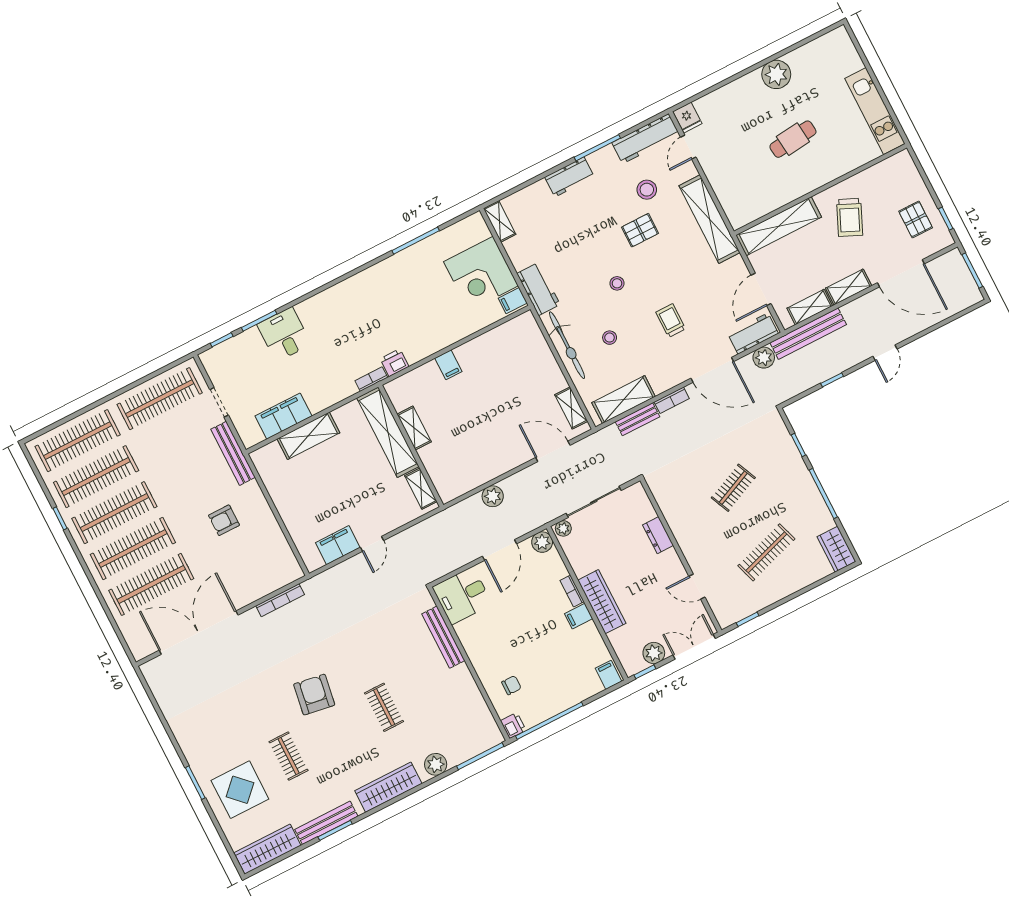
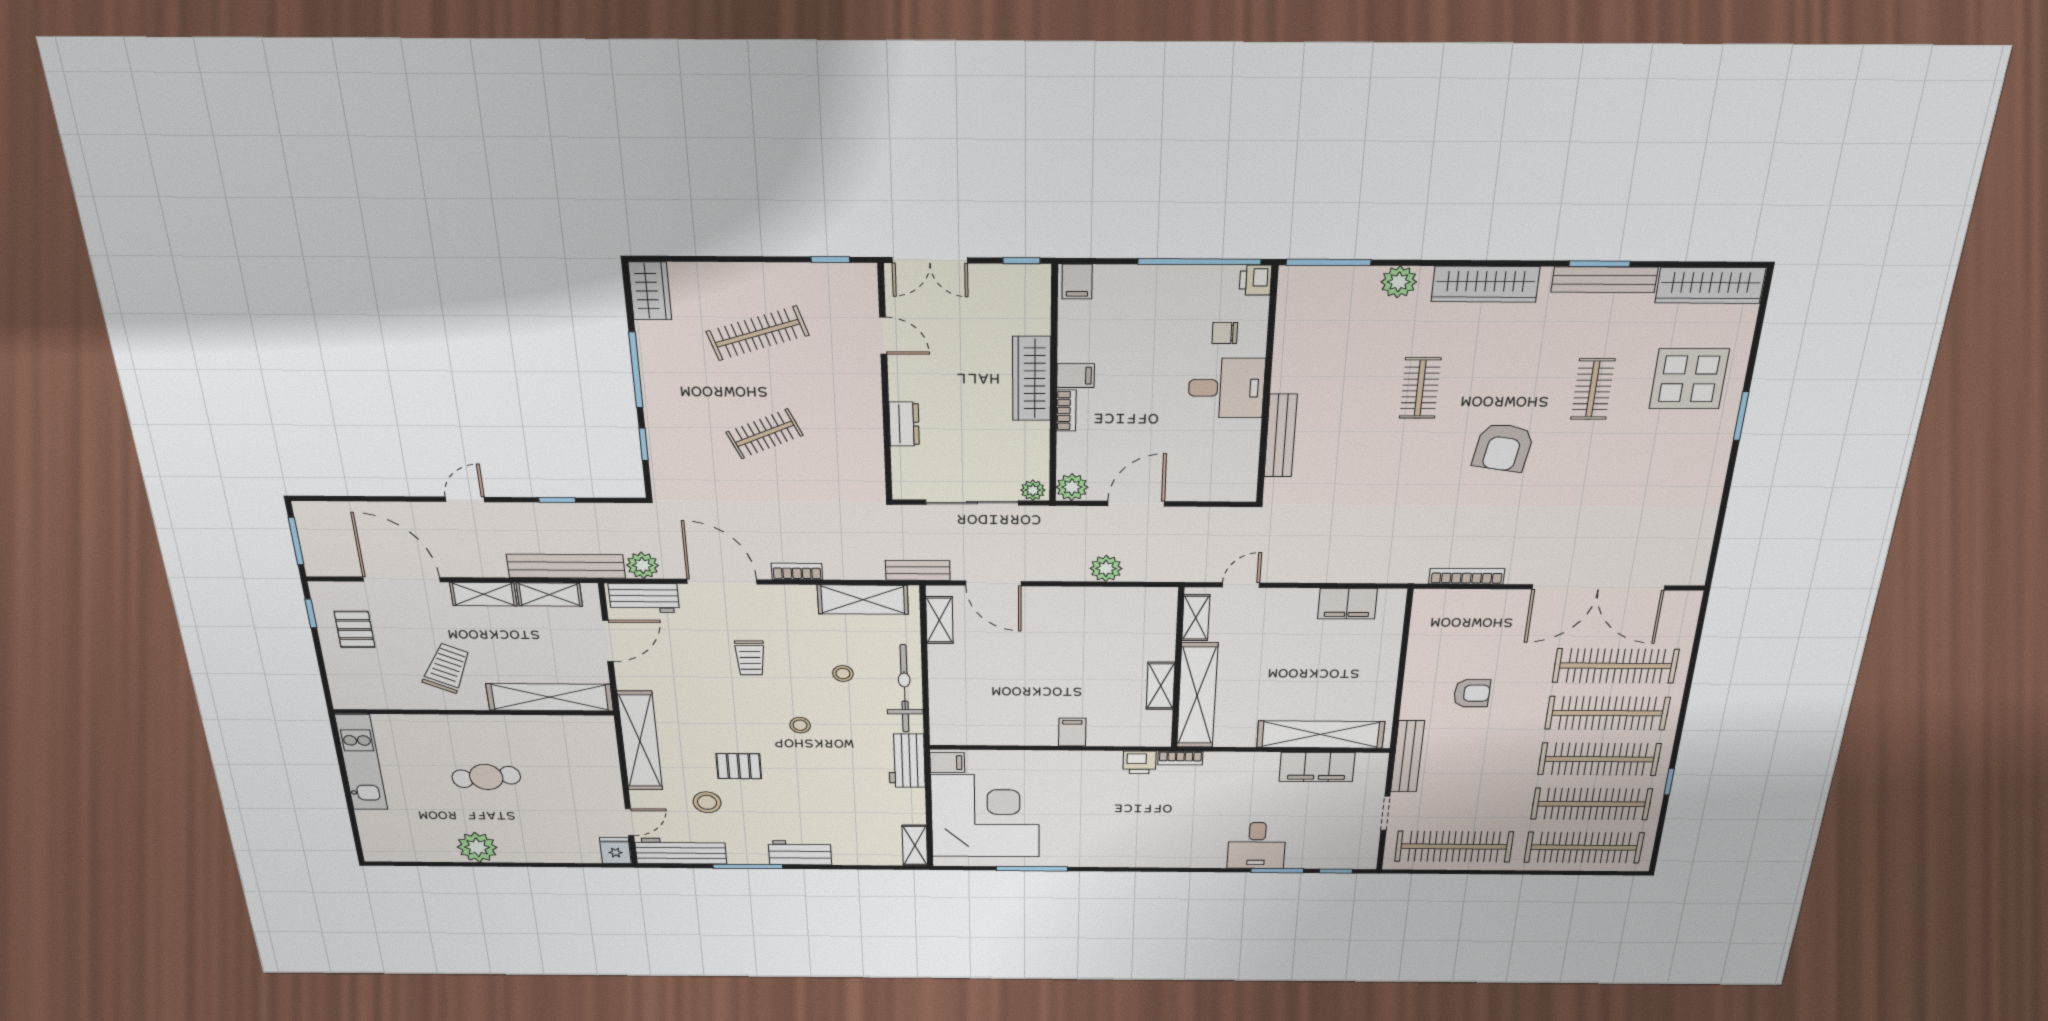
corner desk: (481, 274) -> (985, 816), width x1.36, depth x1.36
bench: (638, 419) -> (918, 570), moved
shelving: (308, 436) -> (1321, 734), width x1.47
door: (372, 544) -> (1241, 585), moved
desk: (462, 596) -> (1226, 388), moved
plant: (654, 653) -> (994, 279), removed

